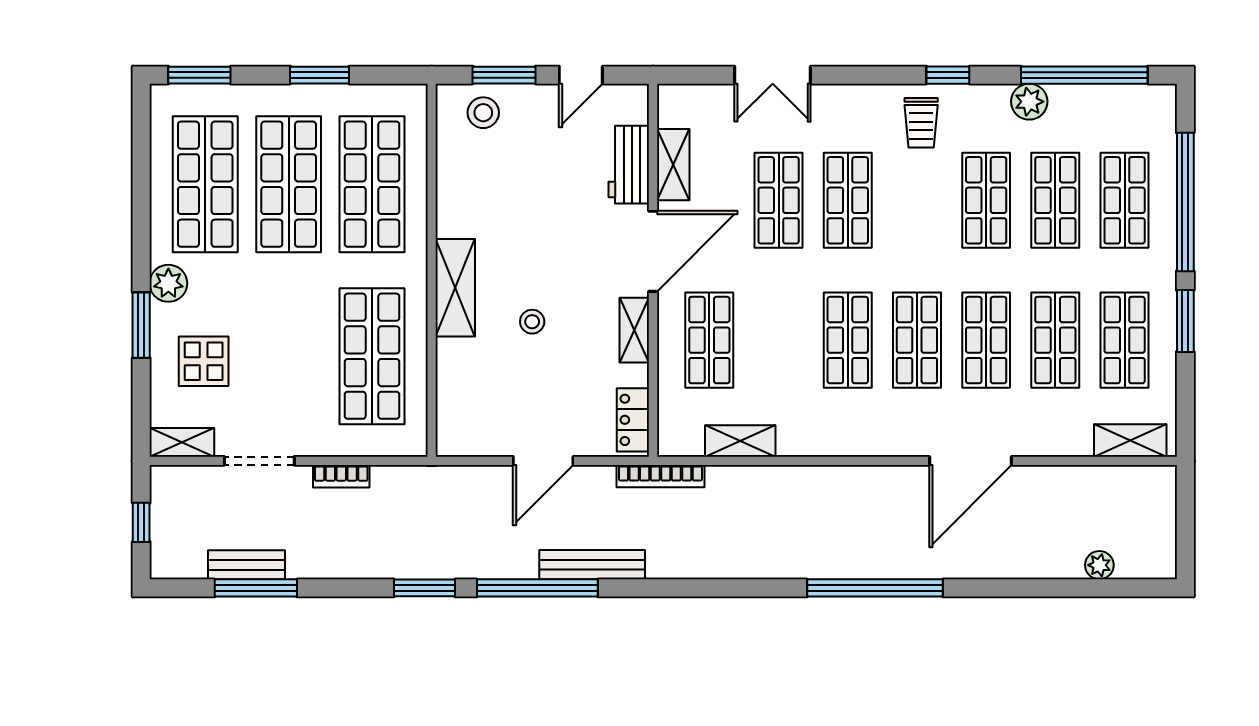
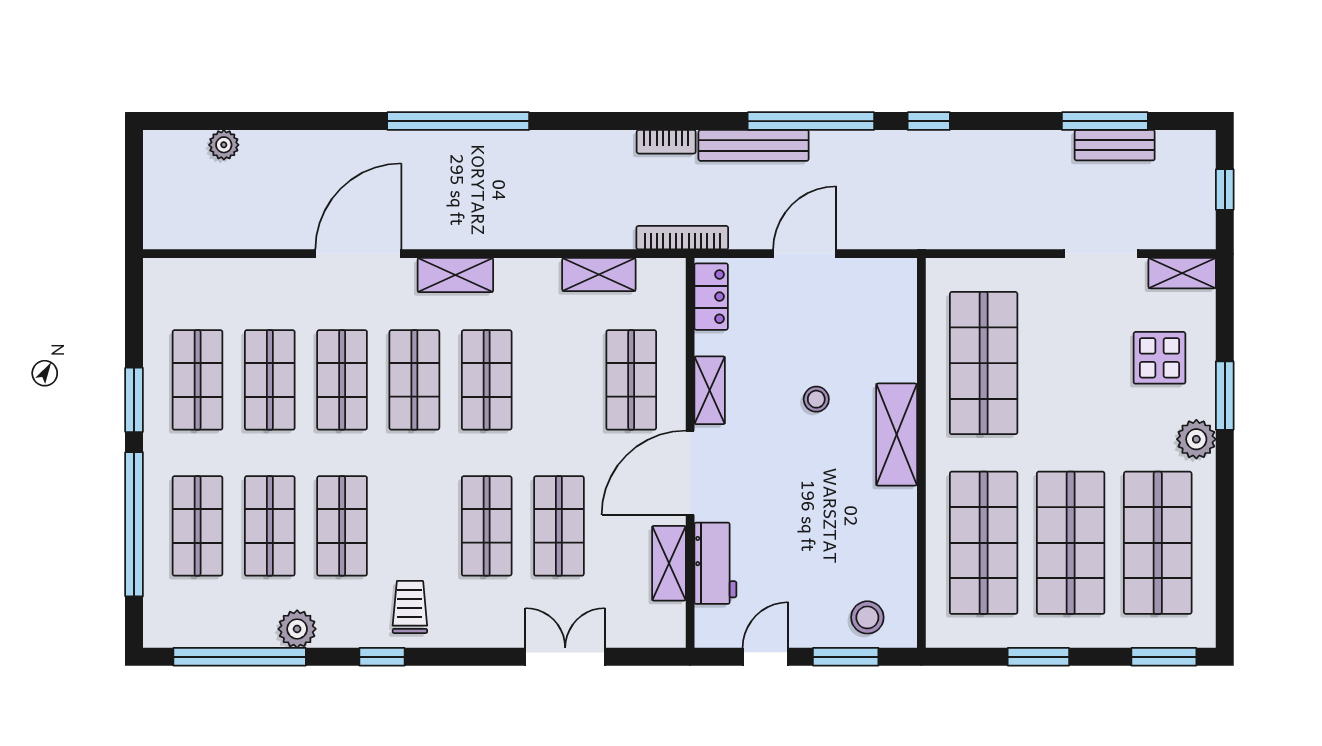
shelving: (1130, 441) -> (455, 275), moved
bookcase: (341, 476) -> (666, 142), moved, turned 180
window: (425, 588) -> (929, 121), width x0.67

